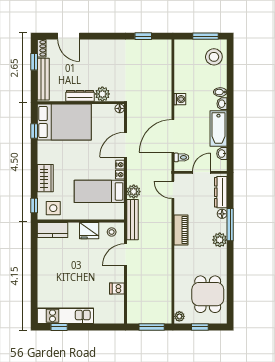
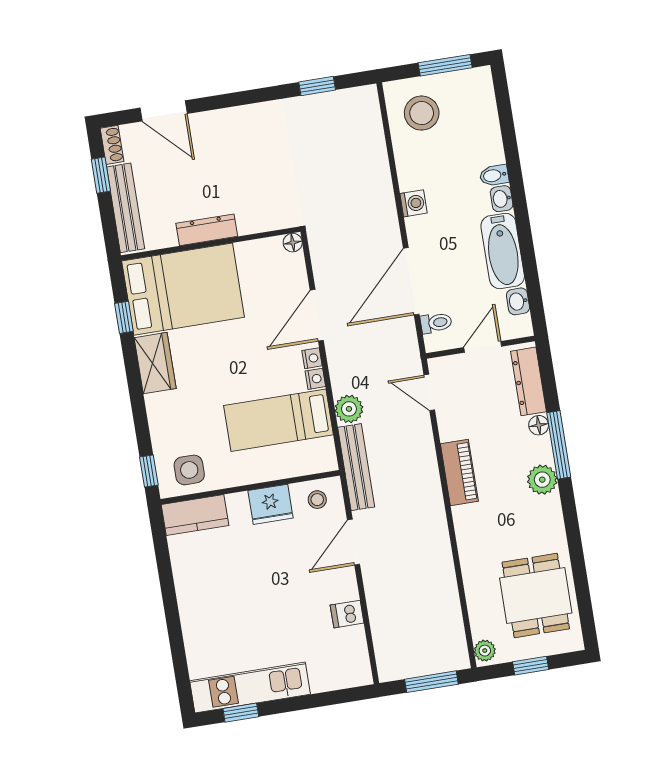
stool: (214, 57) -> (422, 113), moved
plant: (102, 94) -> (252, 219), removed
wardrobe: (45, 178) -> (155, 363), moved

